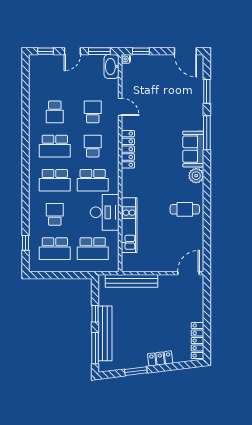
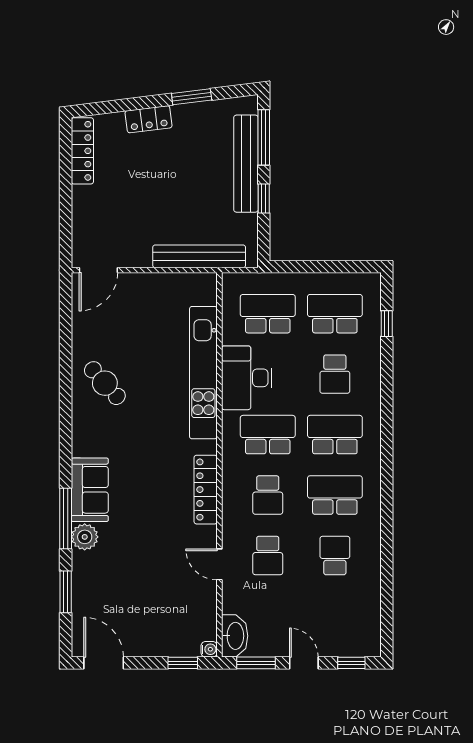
door: (72, 51) -> (304, 663), hinge flipped
plant: (196, 176) -> (85, 537), moved
cafe table: (185, 209) -> (105, 383), turned 48
kitchen unit: (129, 225) -> (203, 373), width x1.36

